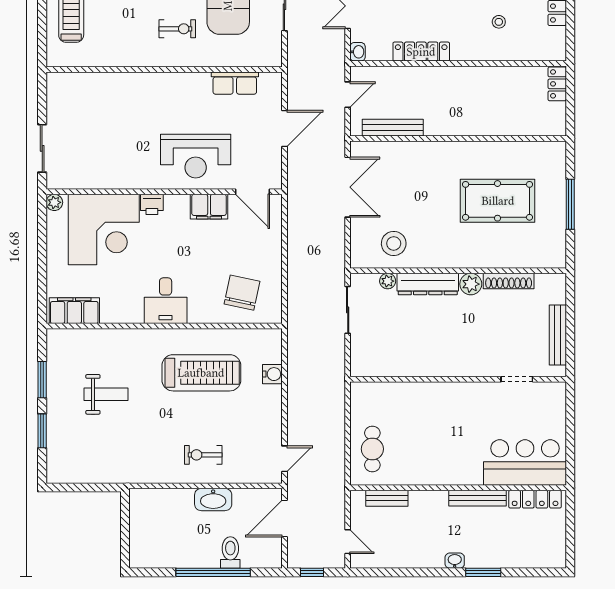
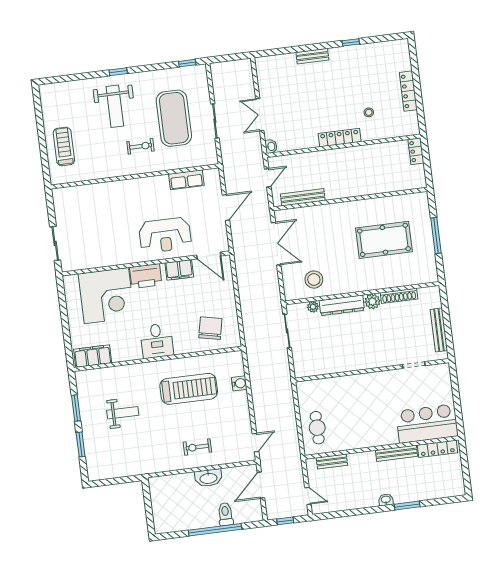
locker: (421, 52) -> (340, 138), moved
plant: (54, 202) -> (69, 281), removed
printer: (152, 204) -> (146, 276), width x1.87, depth x1.48

